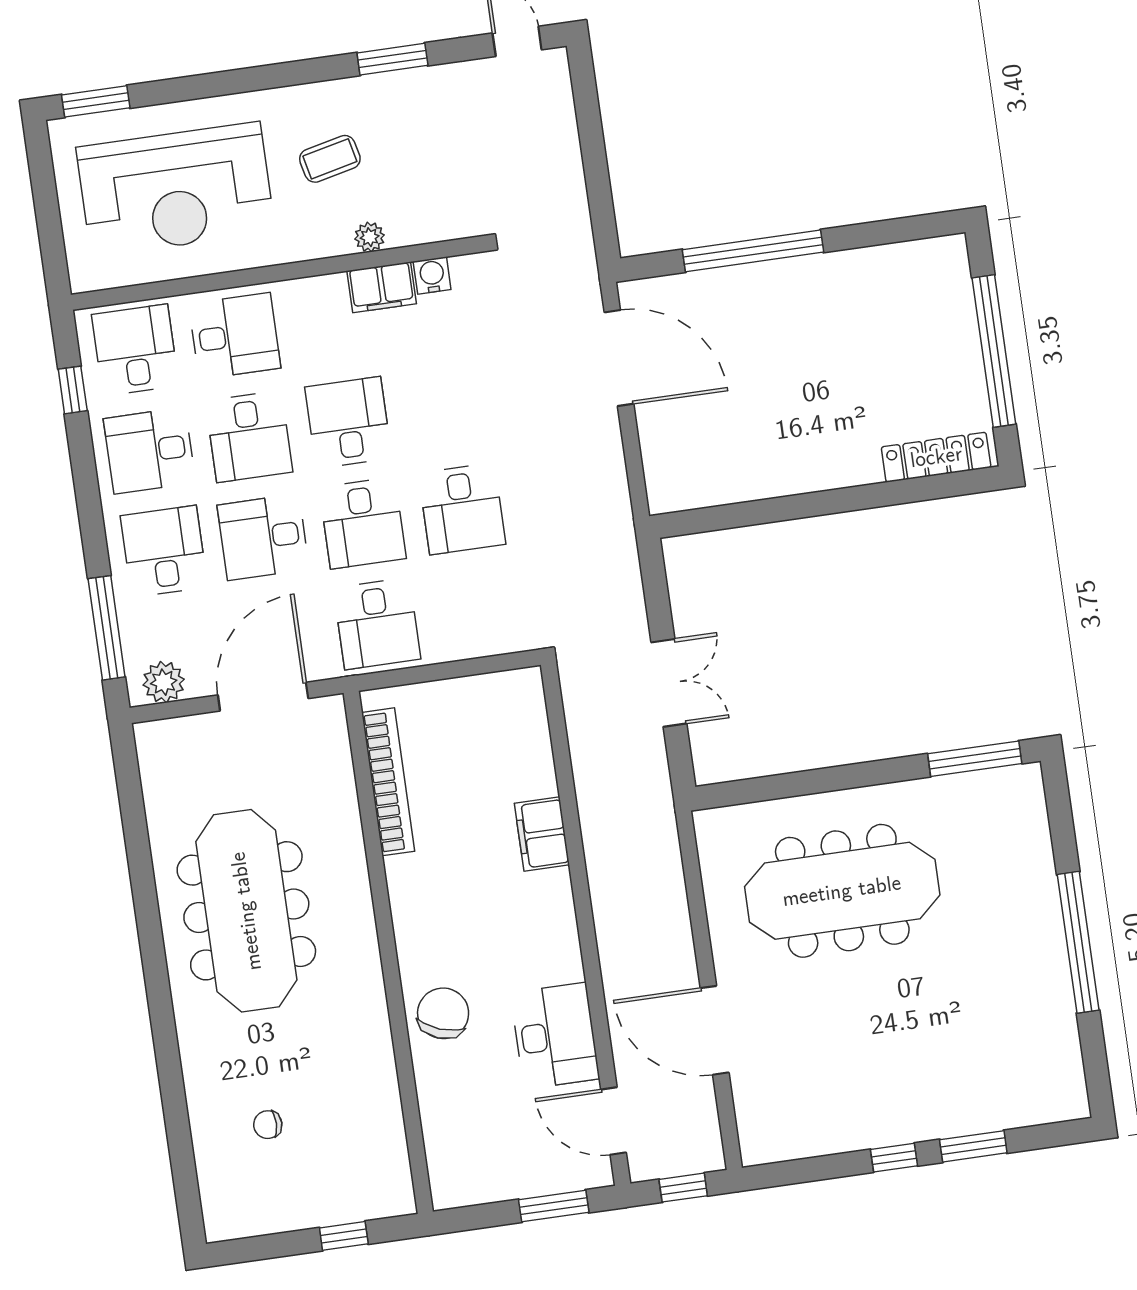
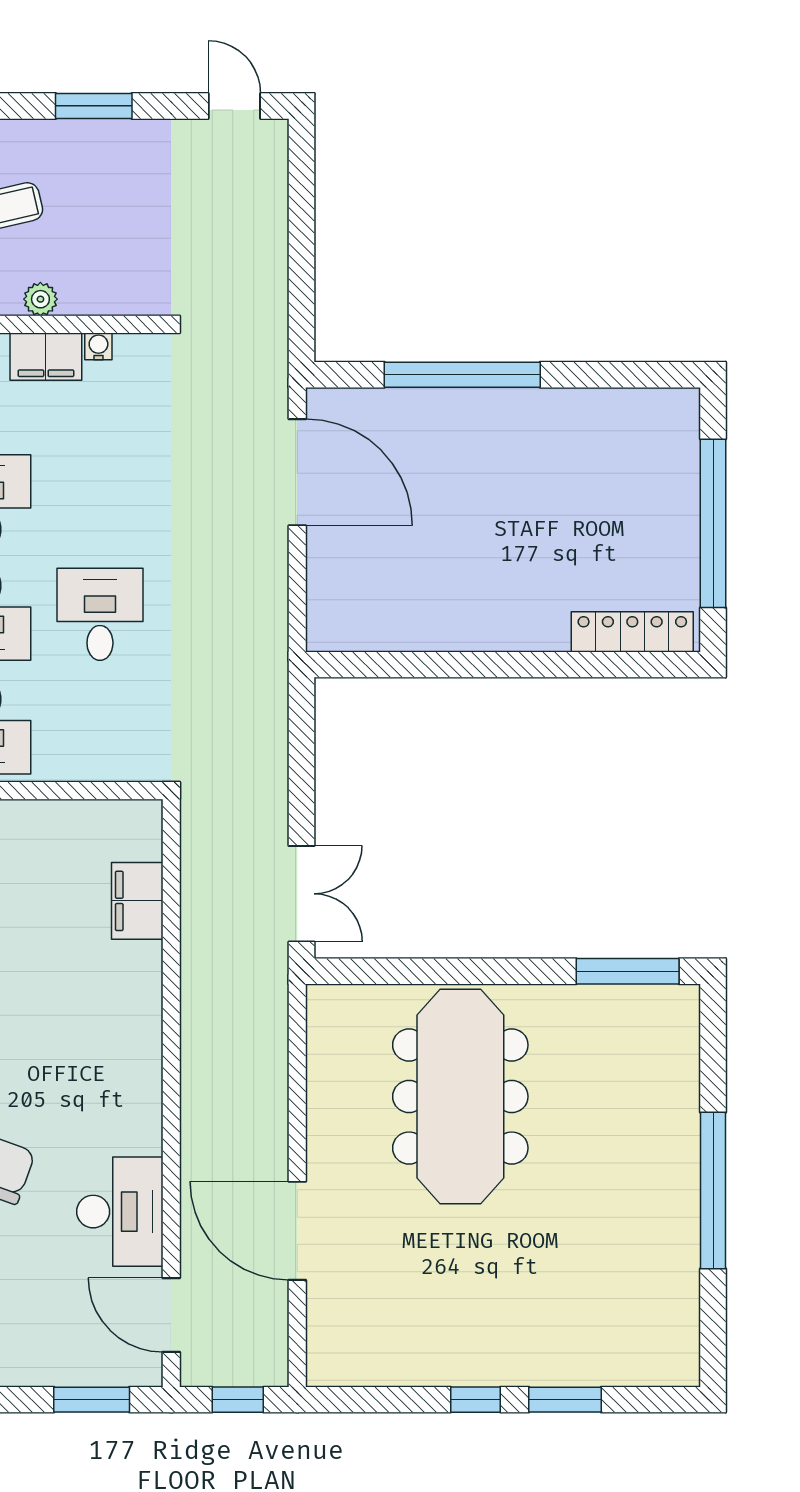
water cooler: (432, 275) -> (98, 346), width x0.72, depth x0.72
desk: (462, 509) -> (100, 614), turned 180
double door: (669, 683) -> (301, 894), moved
filing cabinet: (542, 834) -> (137, 901), moved
meeting table: (842, 891) -> (460, 1097), turned 90

